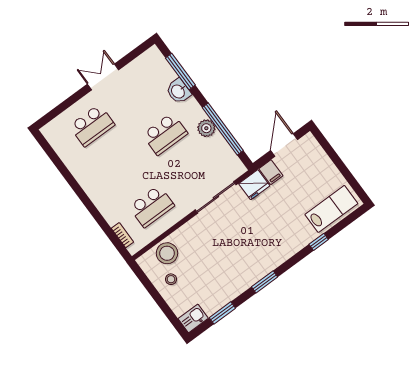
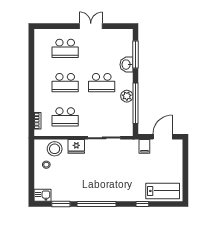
school desk: (122, 166) -> (65, 83), added
fridge: (254, 185) -> (76, 146), moved
window: (265, 282) -> (97, 204), width x2.11

